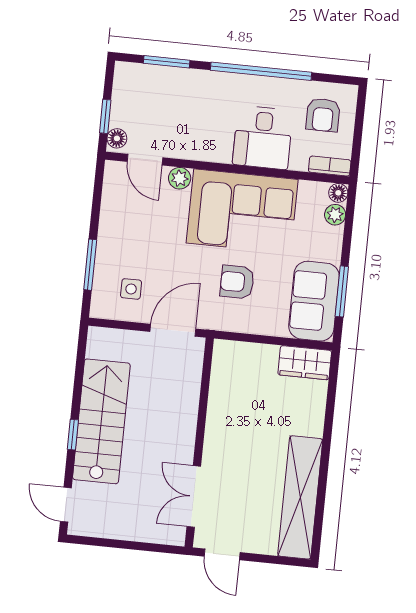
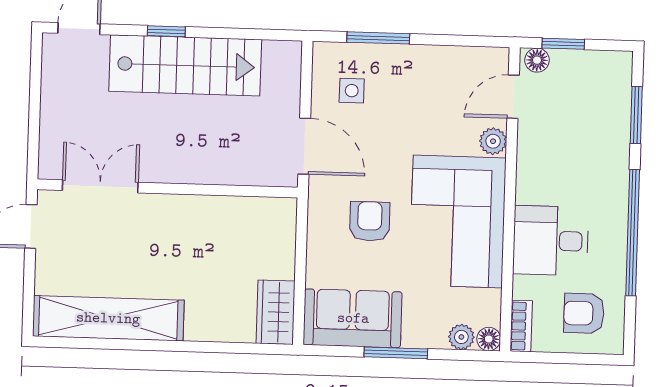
window: (342, 291) -> (396, 353), moved

